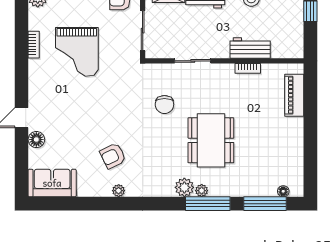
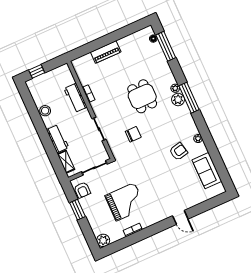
piano: (294, 95) -> (106, 52), moved
floor lamp: (36, 140) -> (190, 202), removed
dining table: (211, 140) -> (142, 96), width x0.73
armchair: (113, 156) -> (178, 152), turned -76
sofa: (52, 183) -> (207, 171), moved
window: (208, 204) -> (189, 98), moved

